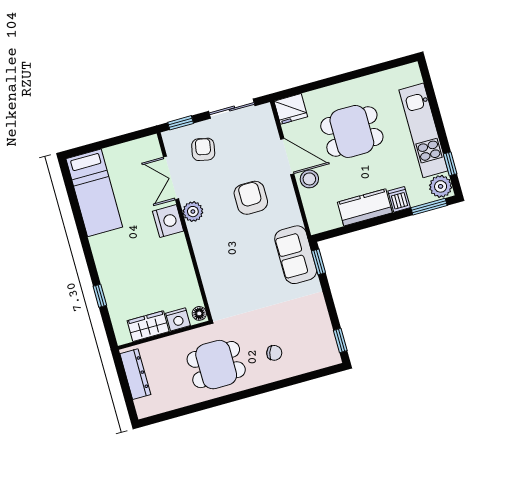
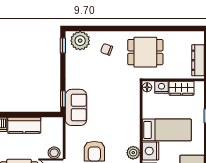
bed: (153, 259) -> (167, 130), added
plant: (317, 355) -> (80, 41), added

